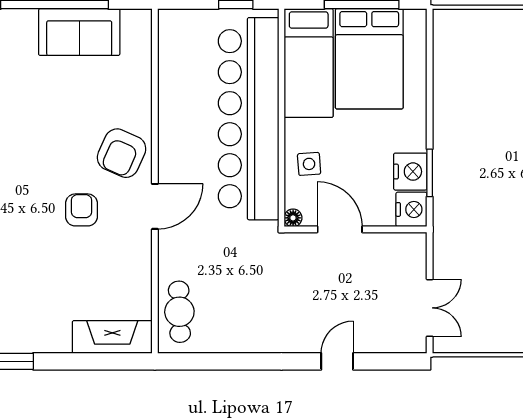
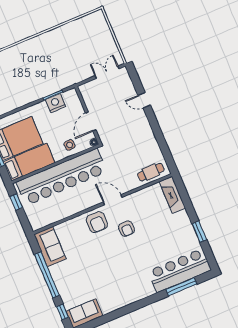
sofa: (79, 32) -> (50, 247), moved
armchair: (122, 153) -> (97, 222), turned 66
nightstand: (411, 209) -> (71, 96), removed
armchair: (81, 210) -> (126, 229), turned -90

